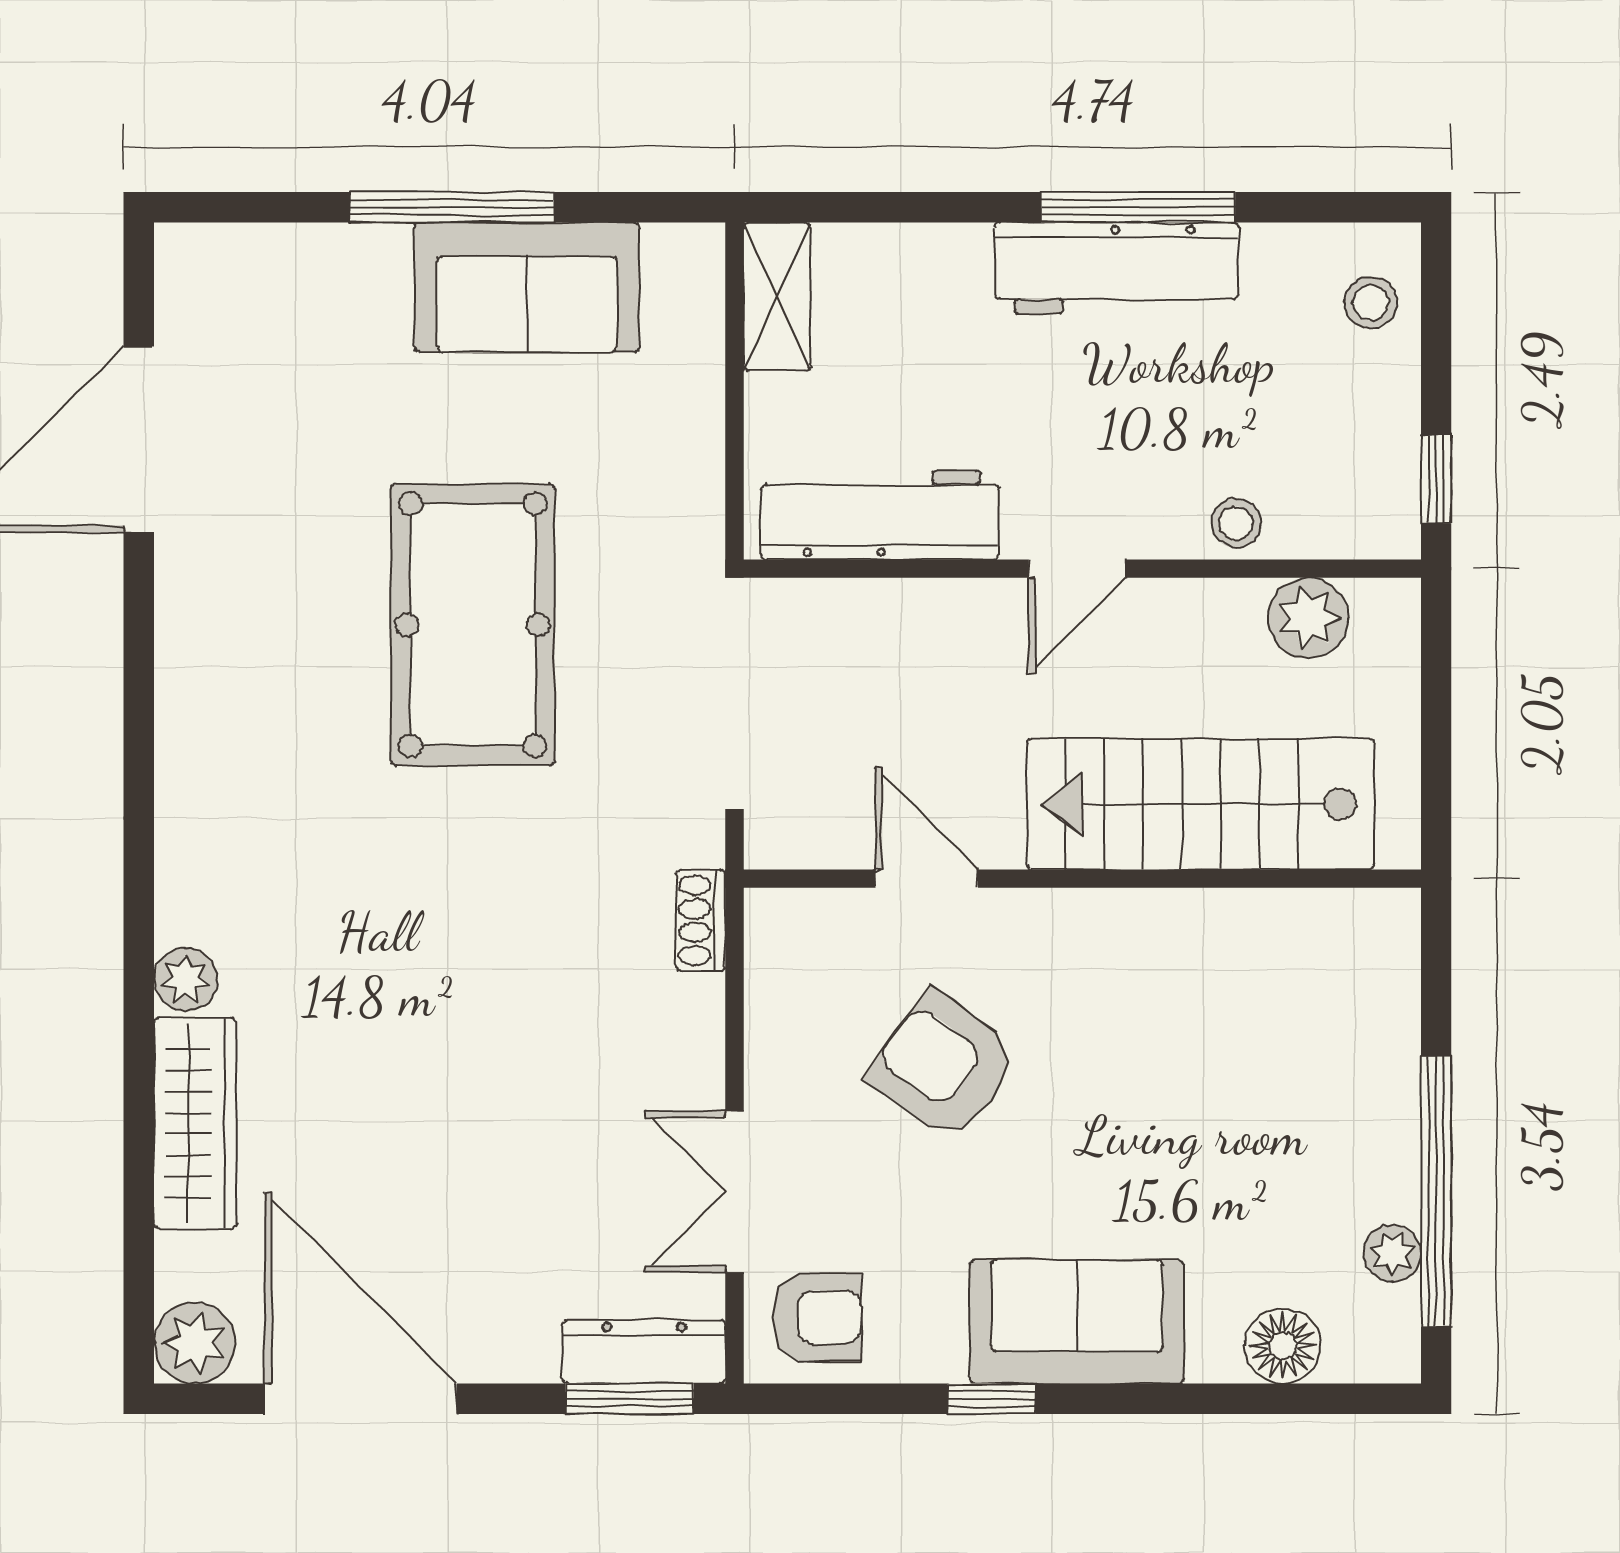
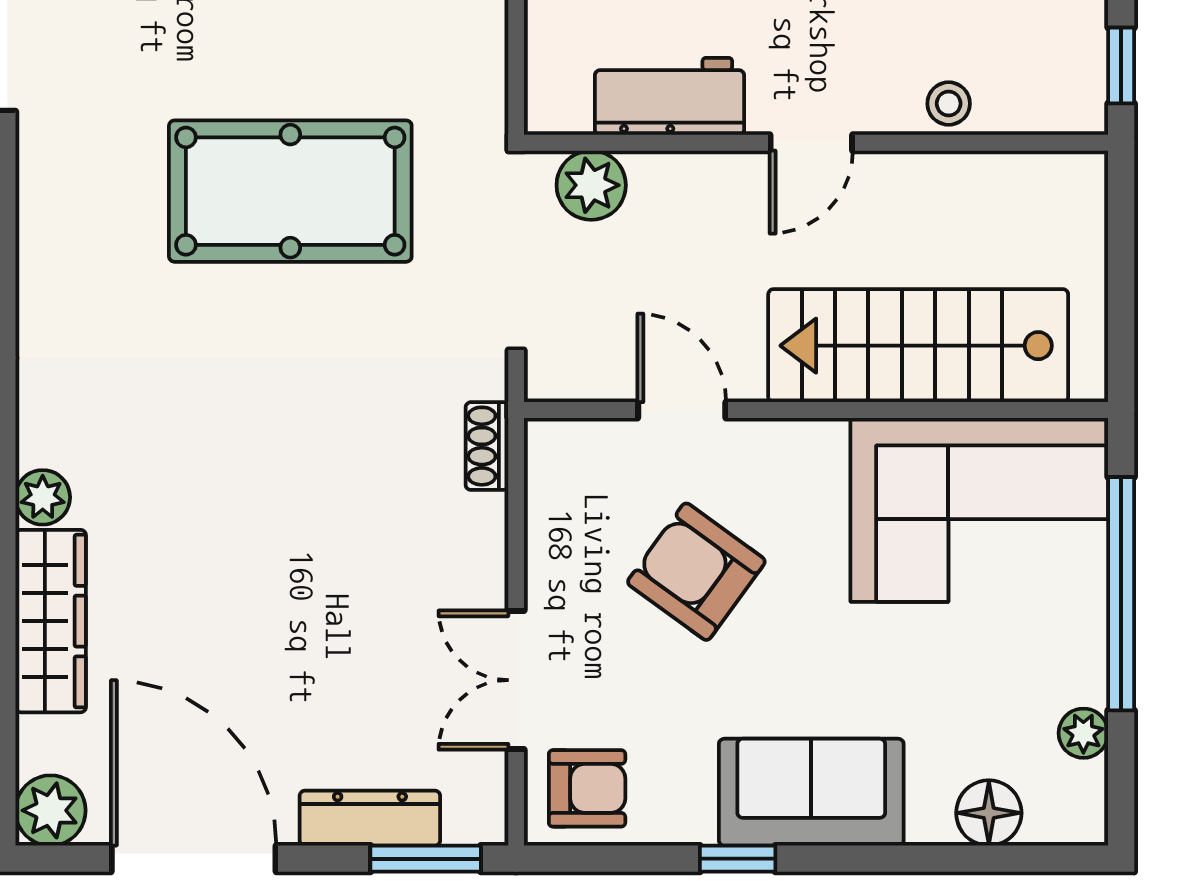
workbench: (880, 515) -> (670, 96), width x0.73
plant: (1308, 618) -> (591, 185), moved
pool table: (473, 625) -> (290, 191), turned 90
corner sofa: (1272, 994) -> (979, 510), added
window: (1436, 1191) -> (1121, 594), moved
dresser: (644, 1352) -> (370, 818), moved

